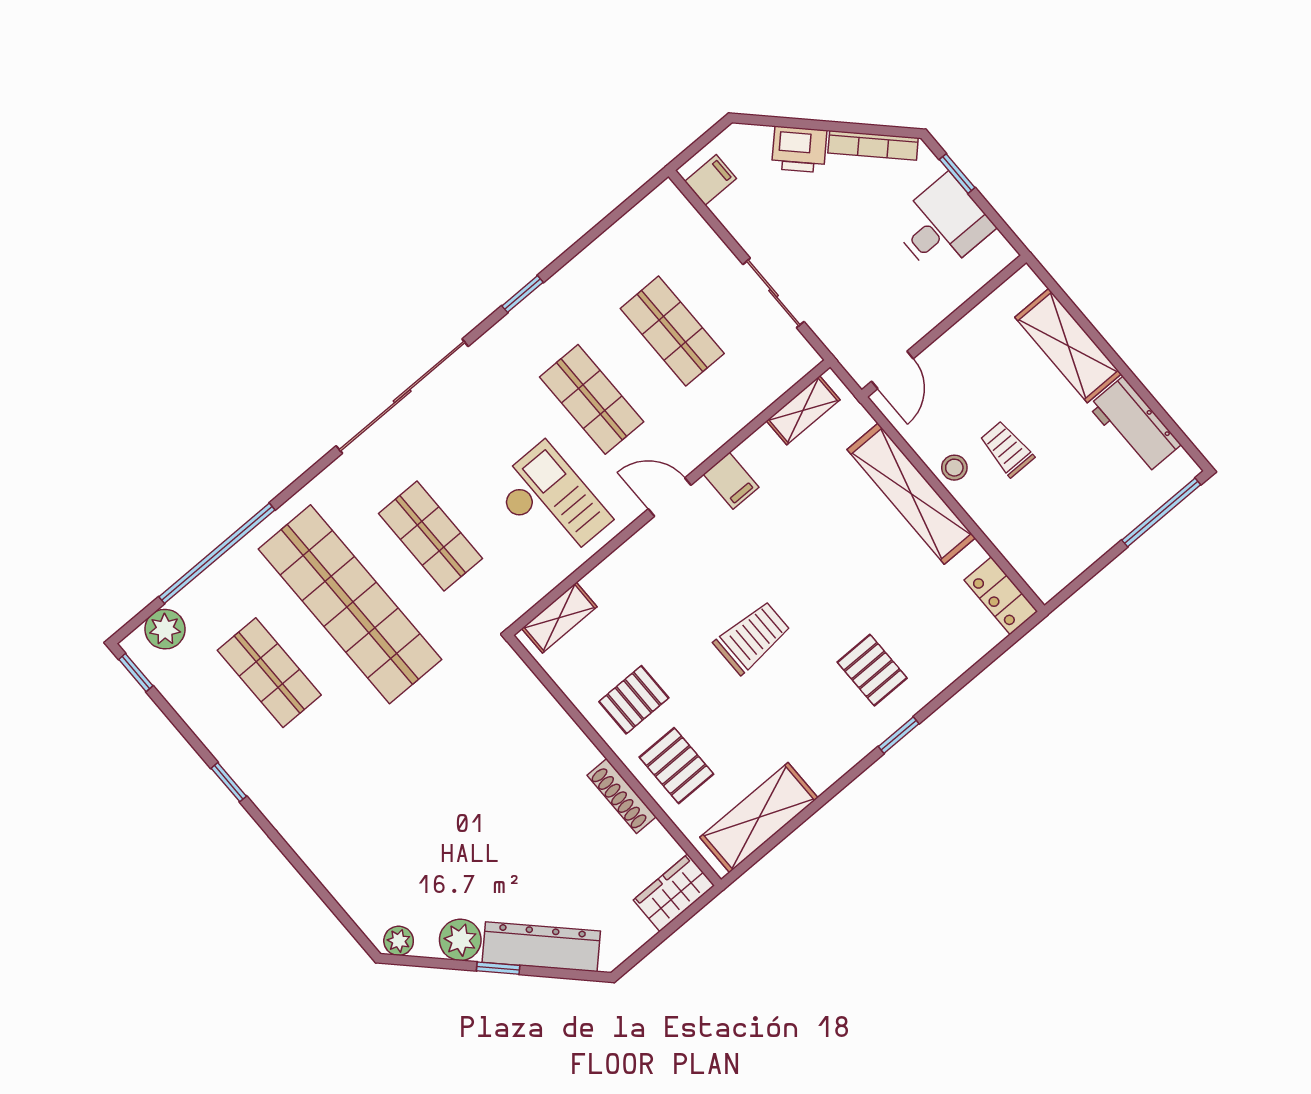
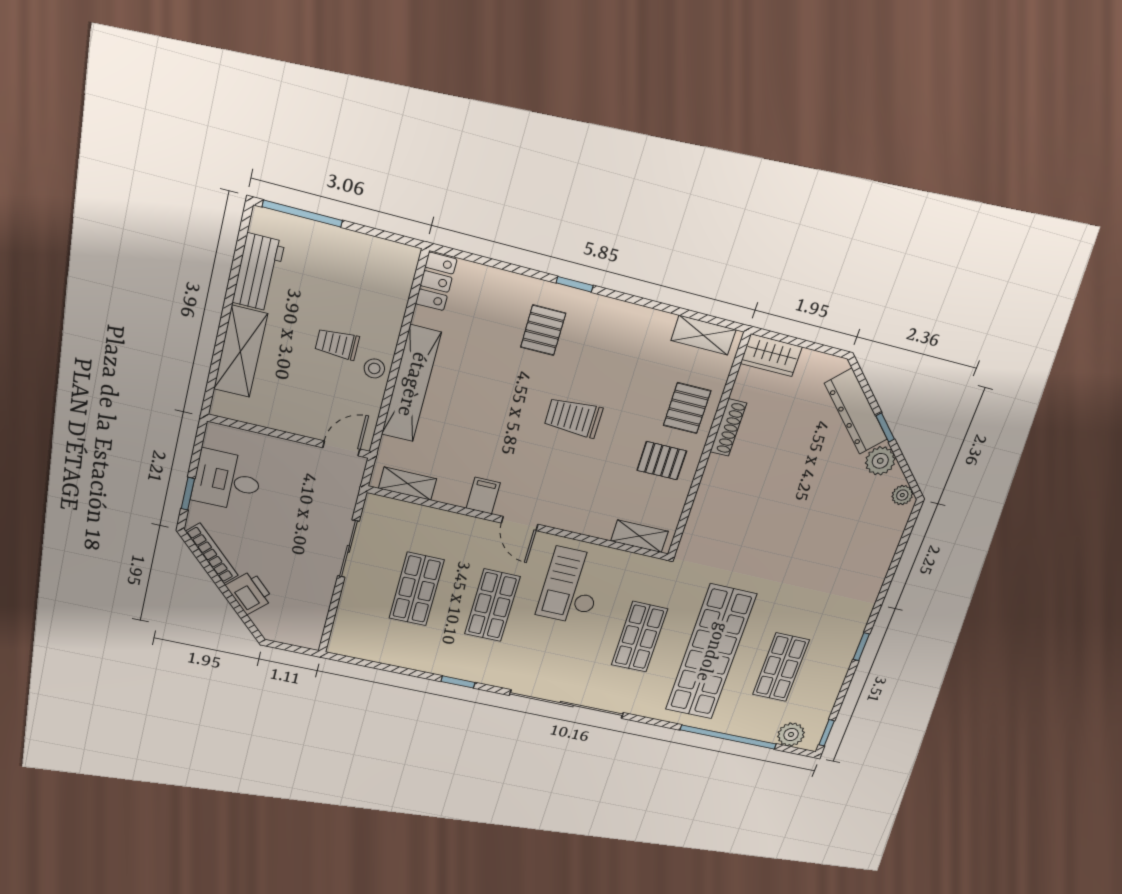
filing cabinet: (711, 180) -> (309, 628), removed
trolley: (1007, 449) -> (337, 344), turned 90
shelving: (759, 818) -> (704, 335), width x0.67, depth x0.75

